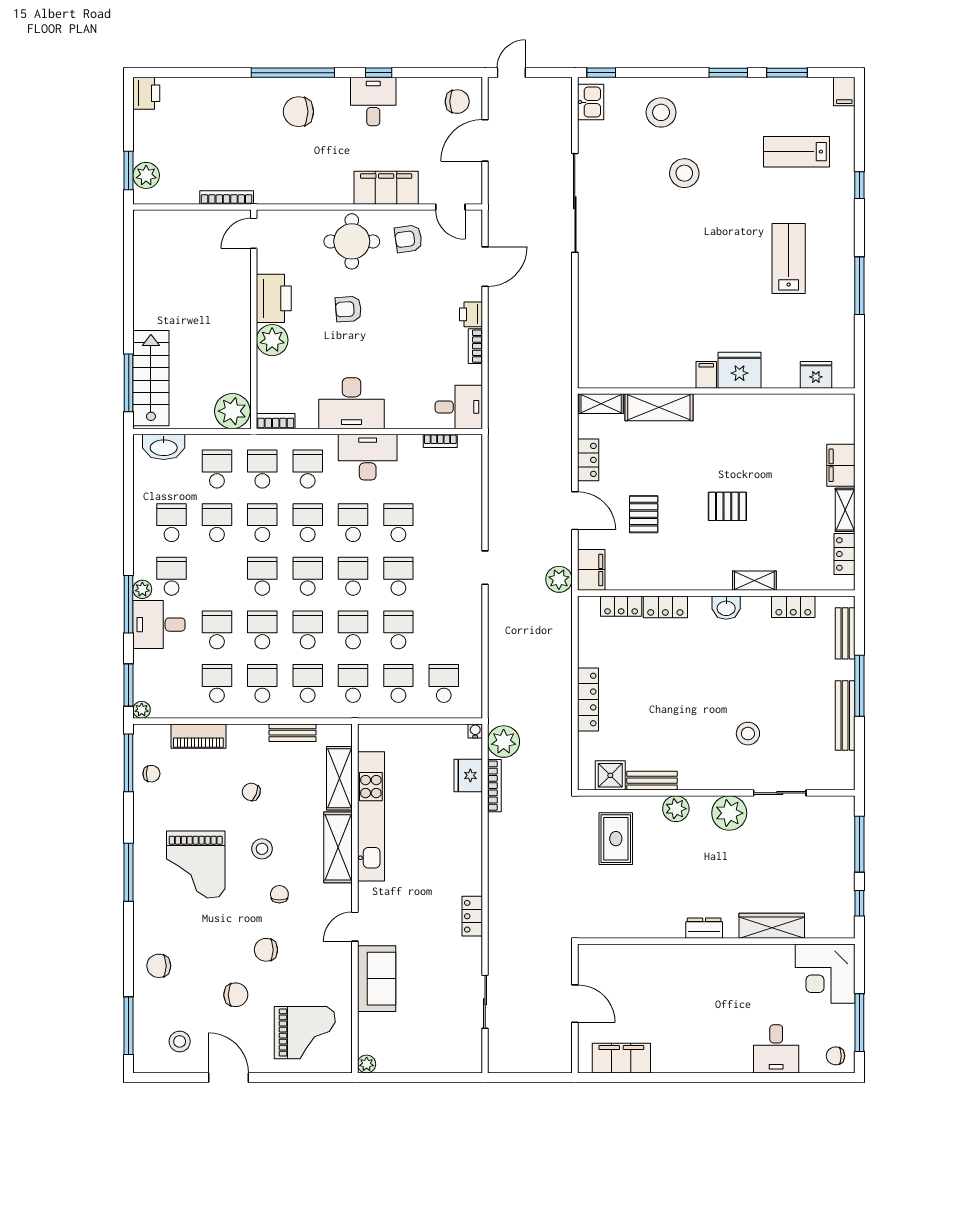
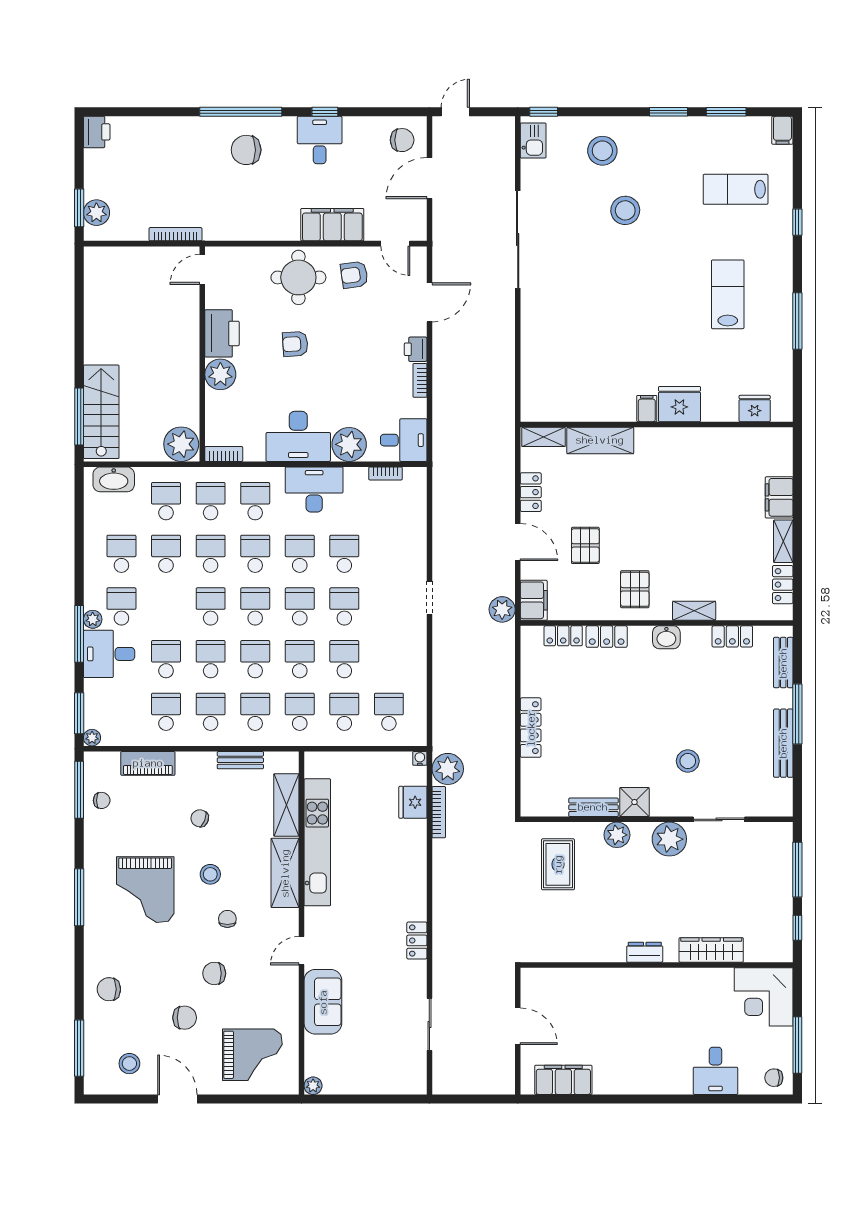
plant: (403, 411) -> (349, 444), added
pallet: (727, 506) -> (635, 589), moved, turned 90
shower: (610, 775) -> (634, 802), moved

